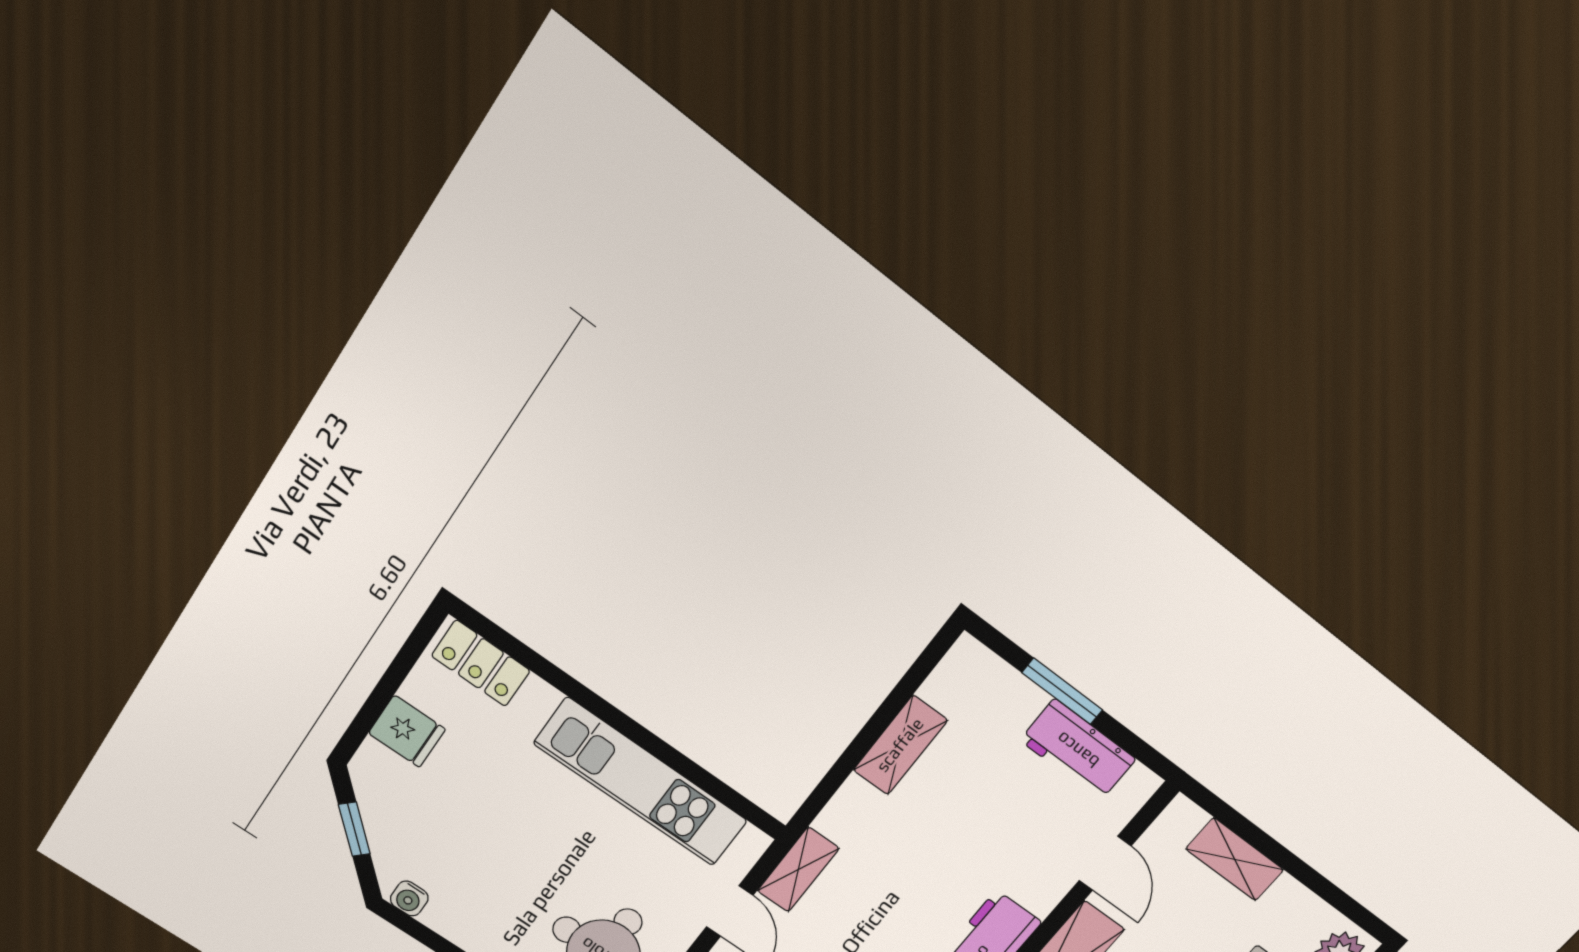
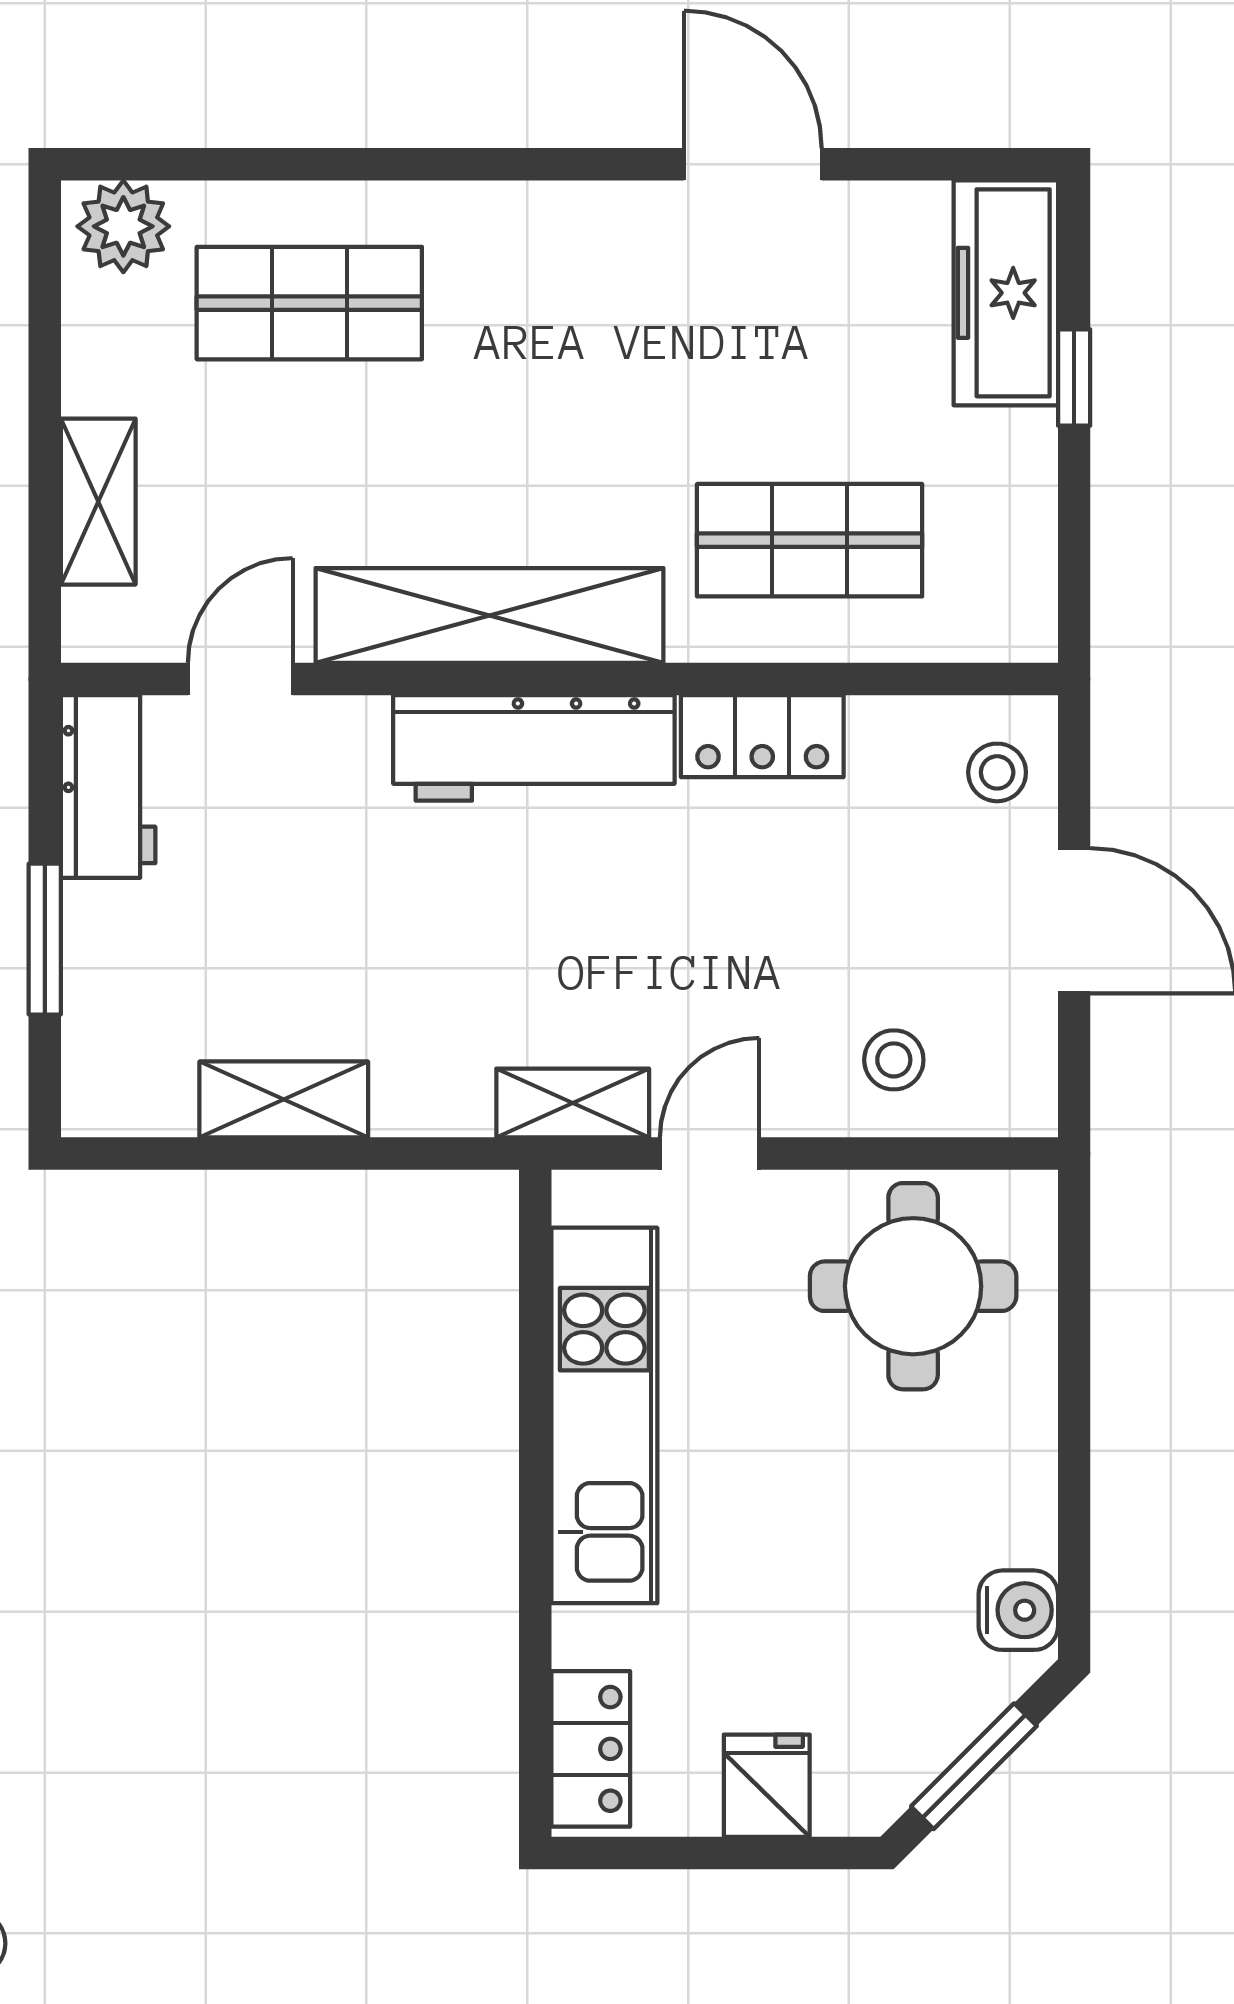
workbench: (1078, 750) -> (108, 786), moved
window: (354, 829) -> (974, 1766), width x1.50
water cooler: (409, 898) -> (1018, 1610), width x1.38, depth x1.38

